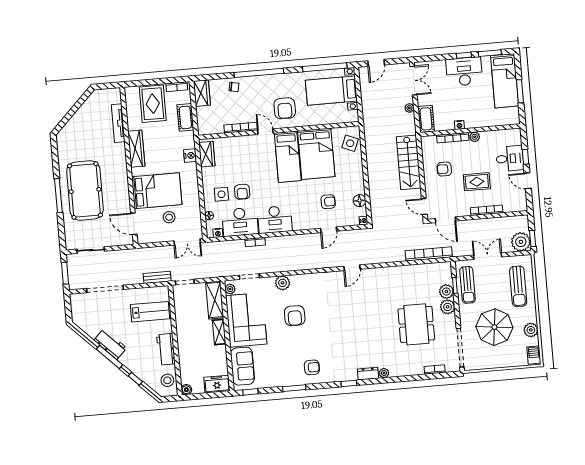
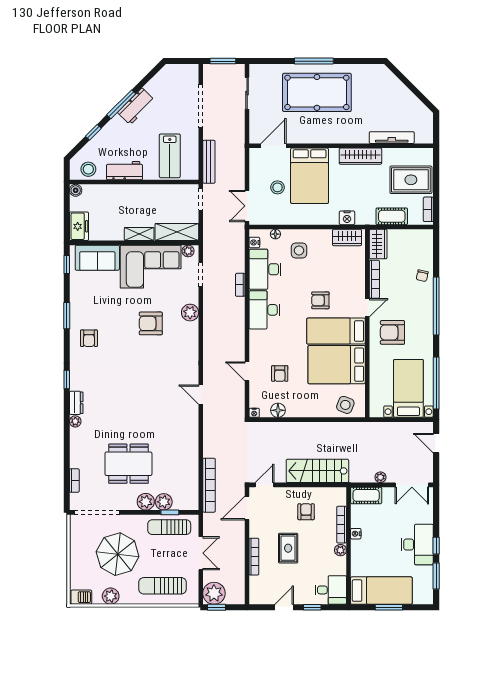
bed: (505, 81) -> (381, 591), moved, turned 180
wardrobe: (202, 93) -> (378, 244), moved, turned -90
desk: (510, 159) -> (331, 590), moved, turned -90
armchair: (242, 192) -> (320, 300), moved
bench: (157, 277) -> (209, 162), width x1.36

